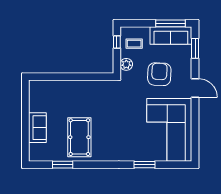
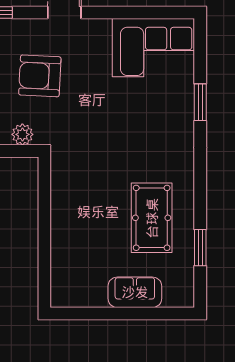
corner sofa: (169, 130) -> (153, 48), width x0.73, depth x0.74
pool table: (79, 137) -> (152, 218), turned 90

